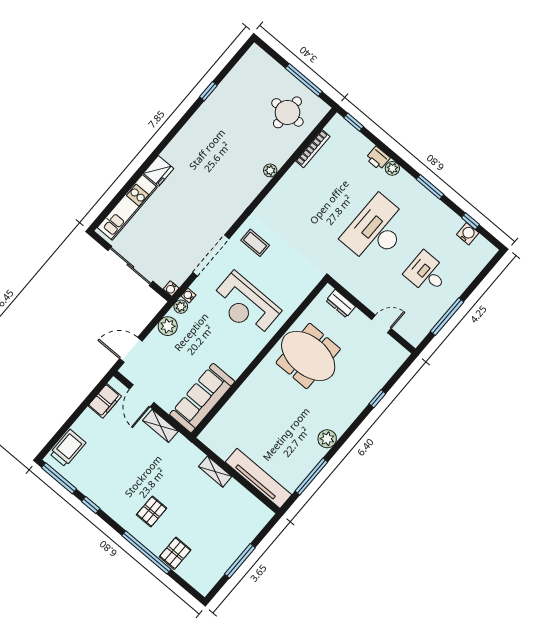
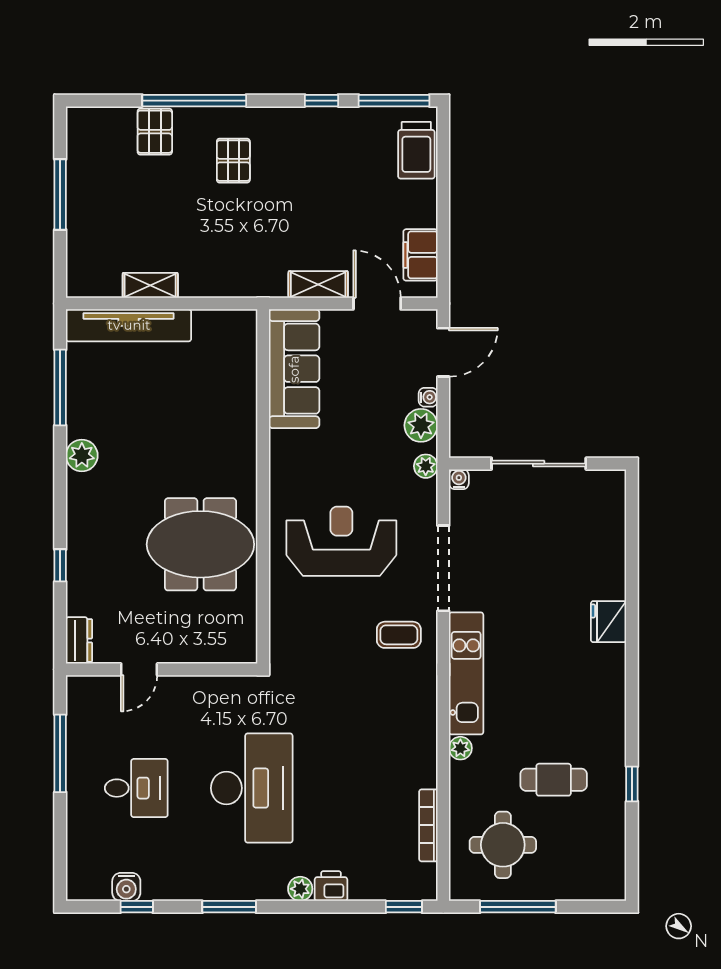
cafe table: (241, 122) -> (554, 780), added
kitchen unit: (127, 207) -> (466, 673), moved, turned 180
water cooler: (188, 295) -> (428, 397), moved
dresser: (341, 304) -> (79, 640), moved, turned 90
shelving: (215, 472) -> (150, 285), moved

